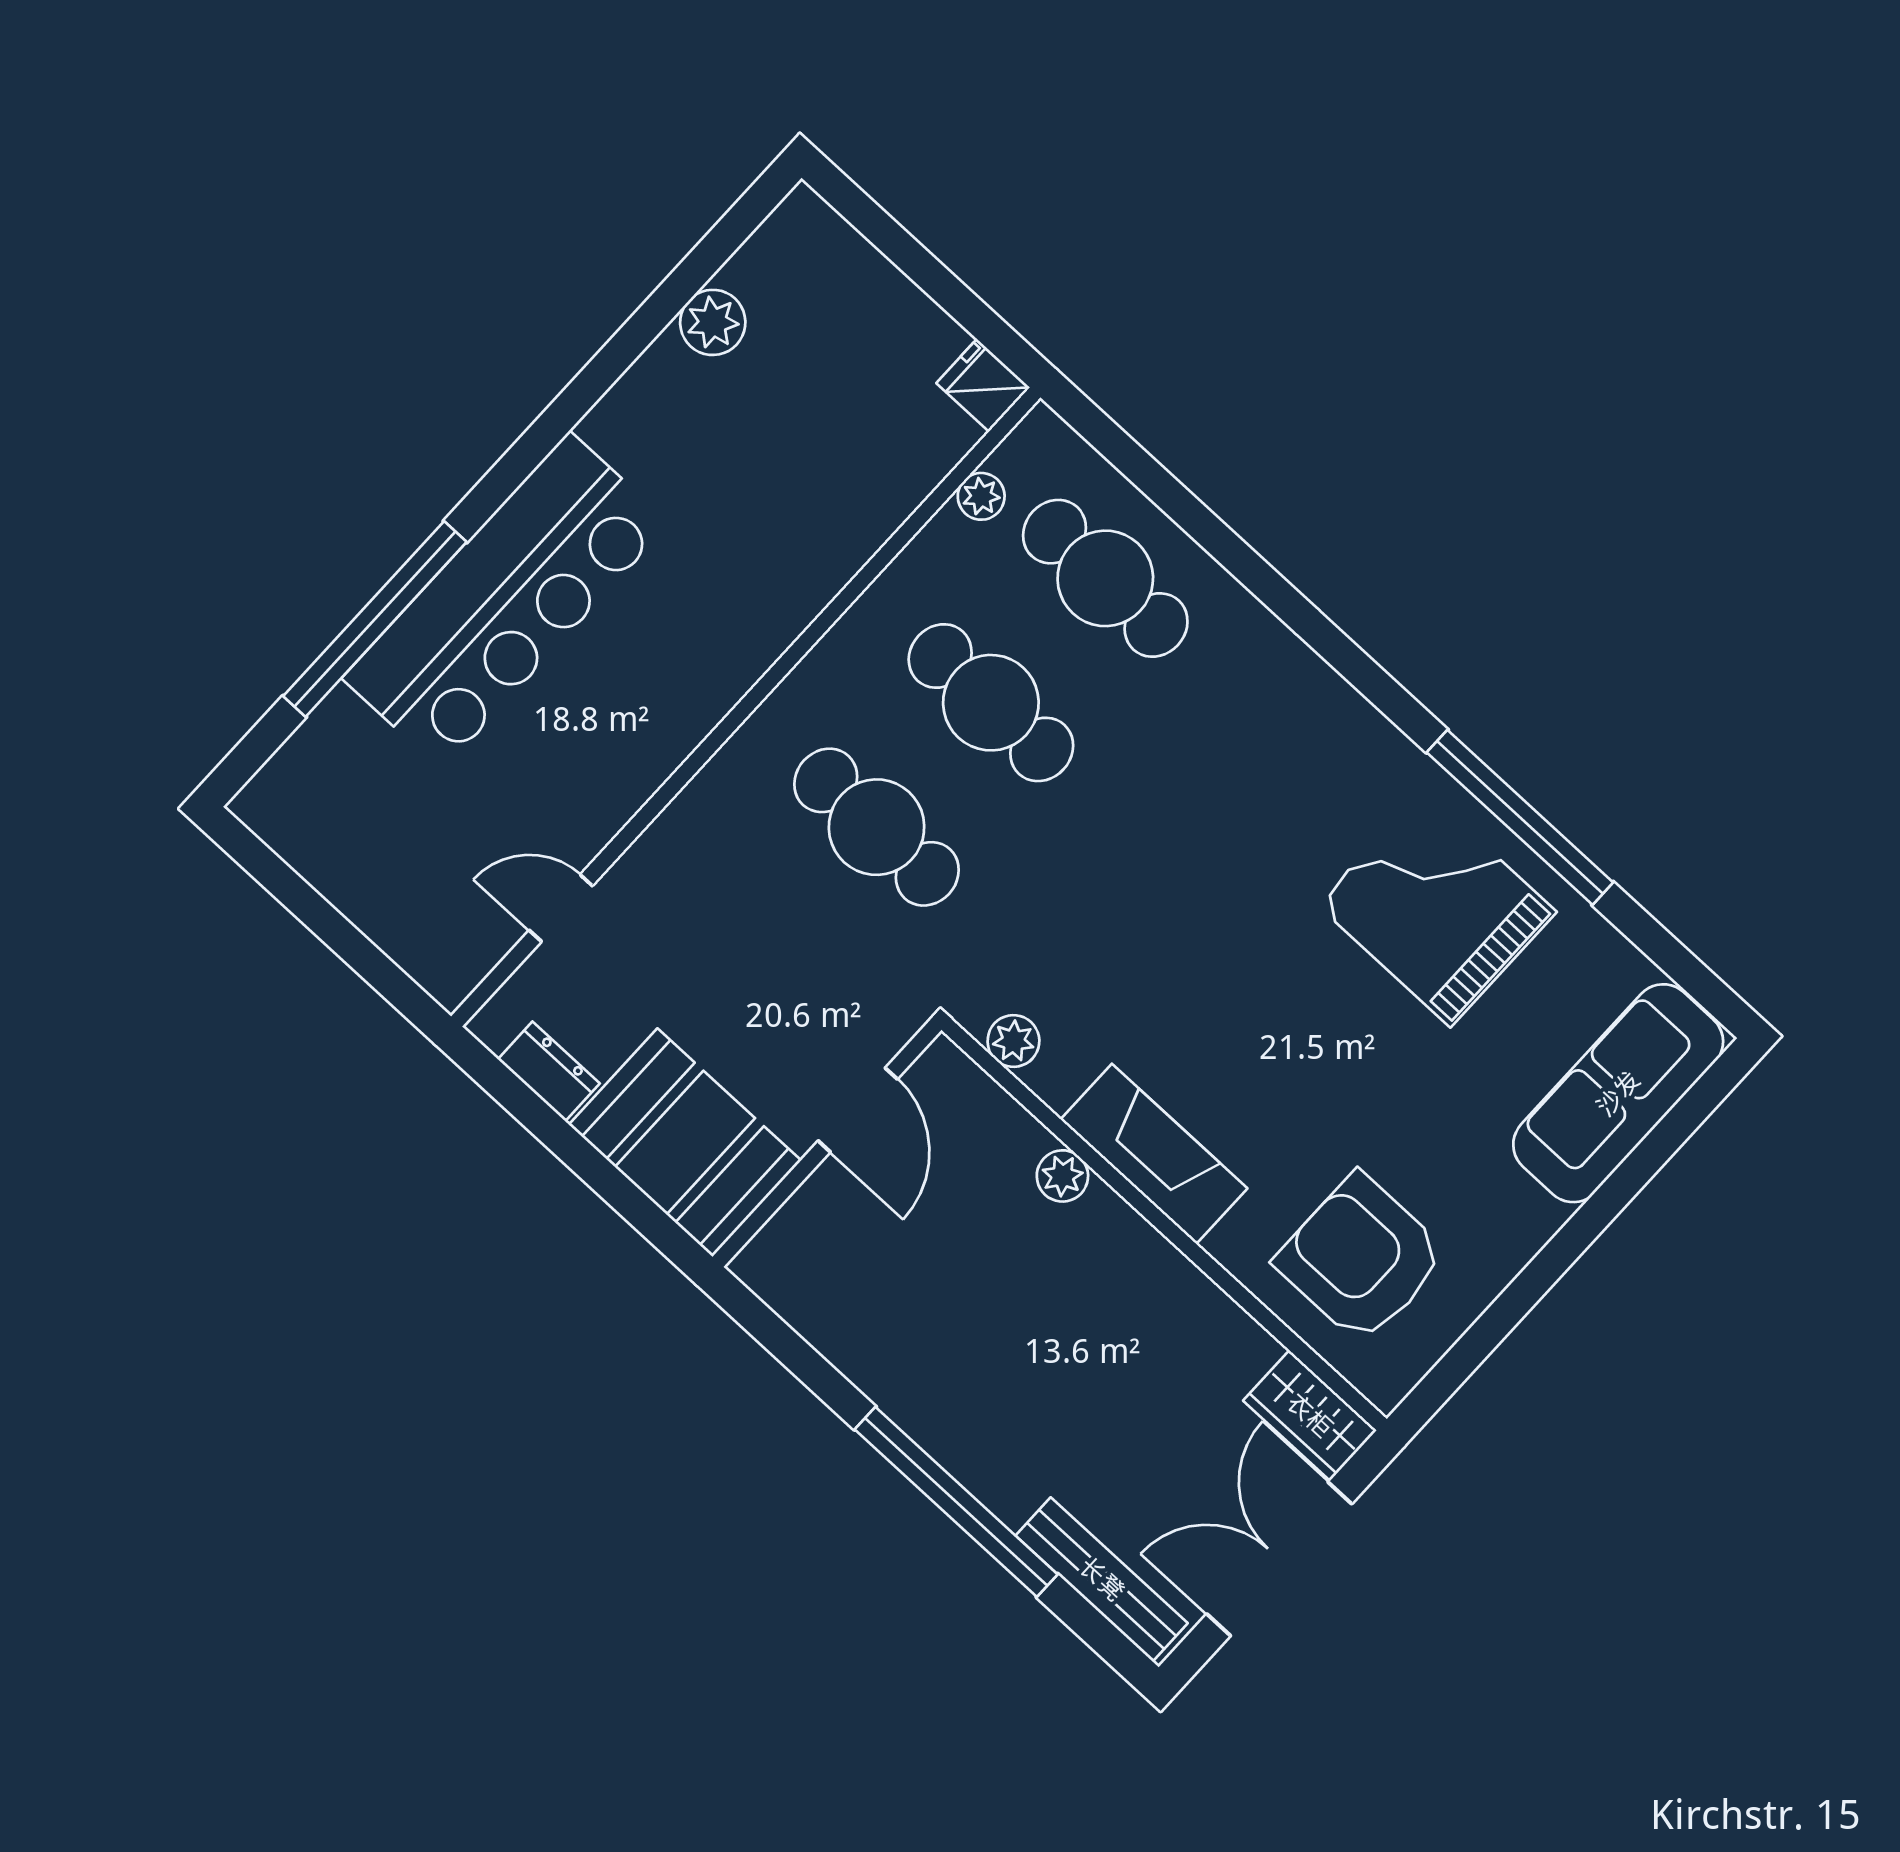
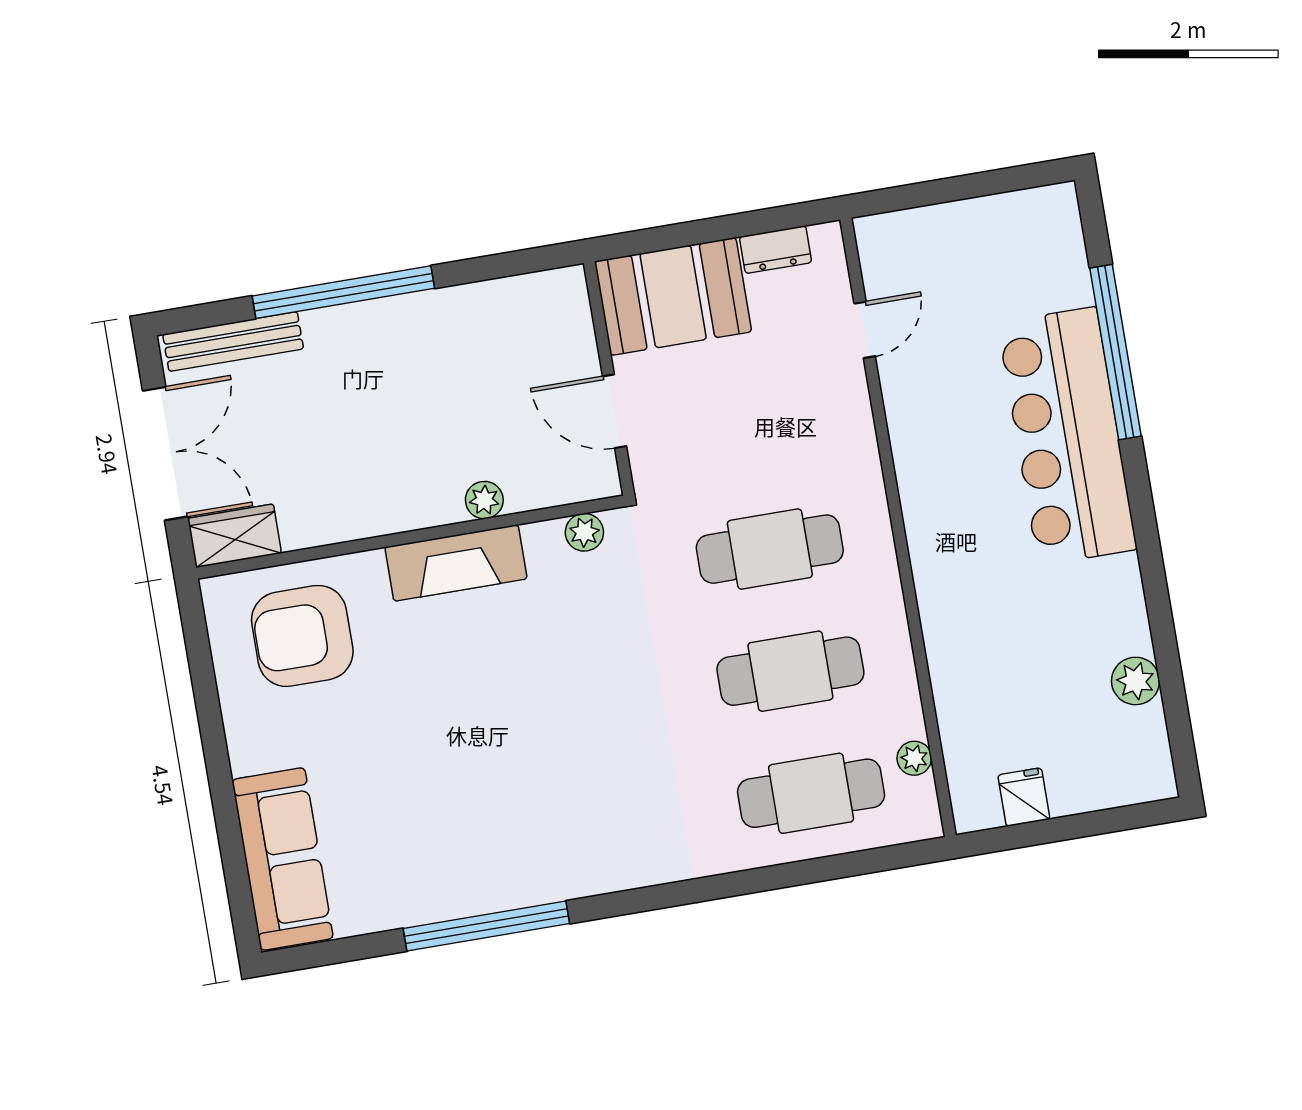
fridge: (983, 385) -> (1024, 797), moved, turned -90
grand piano: (1437, 908) -> (471, 837), removed
armchair: (1361, 1259) -> (302, 636), turned 180

